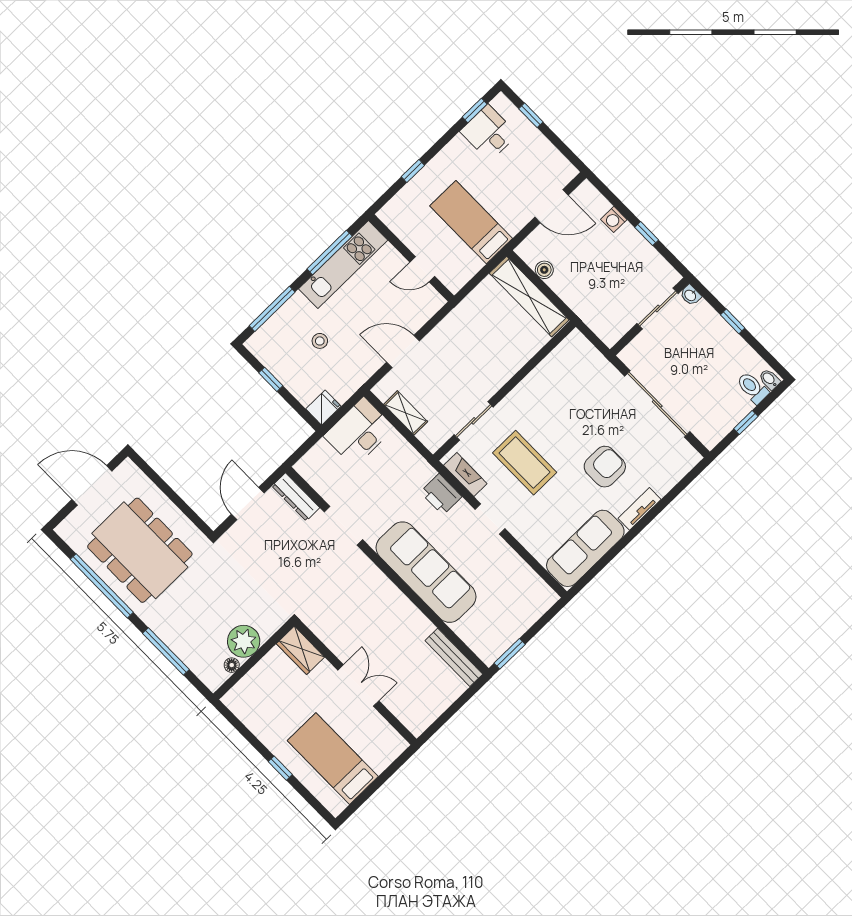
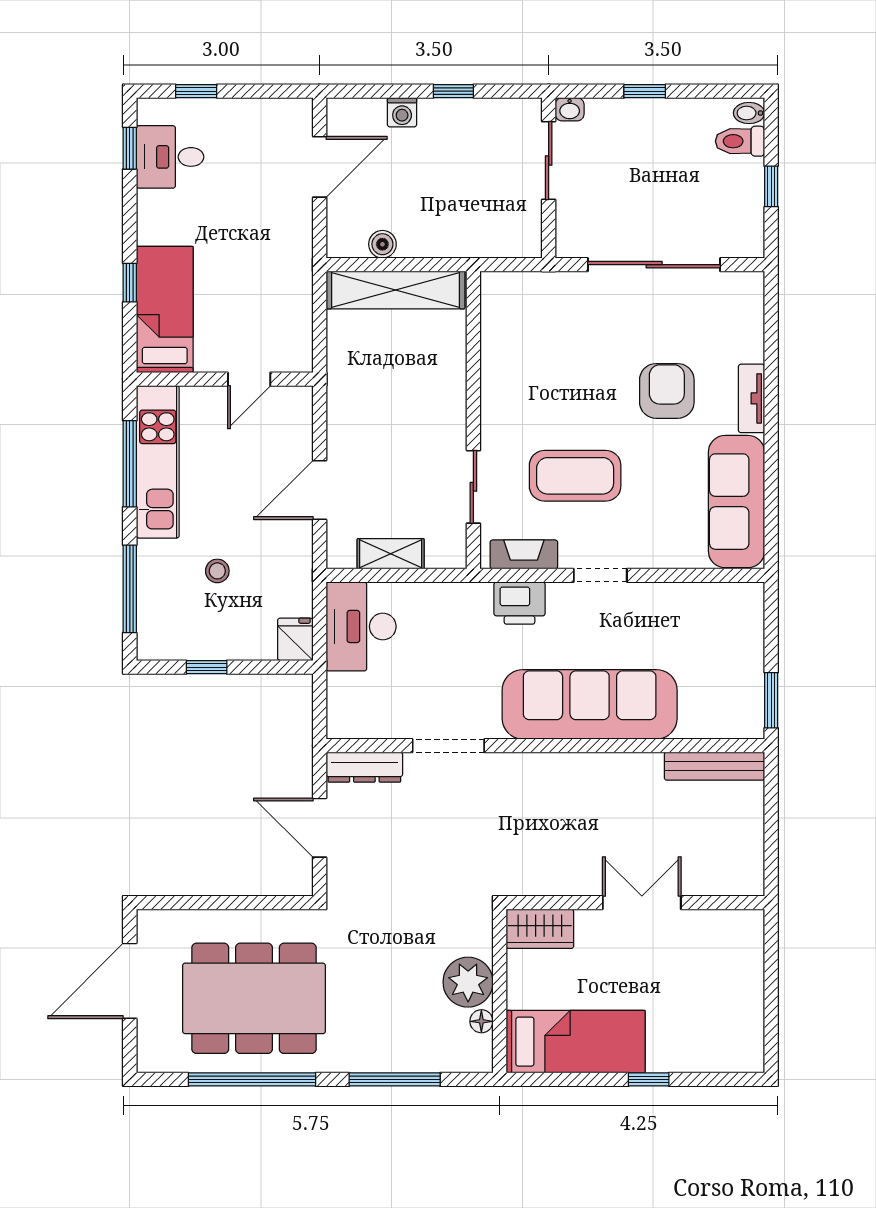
bed: (471, 222) -> (165, 309), moved, turned 90
bed: (333, 759) -> (576, 1042), moved, turned 180

